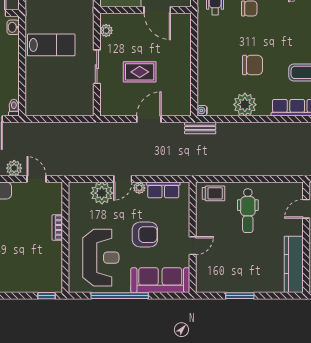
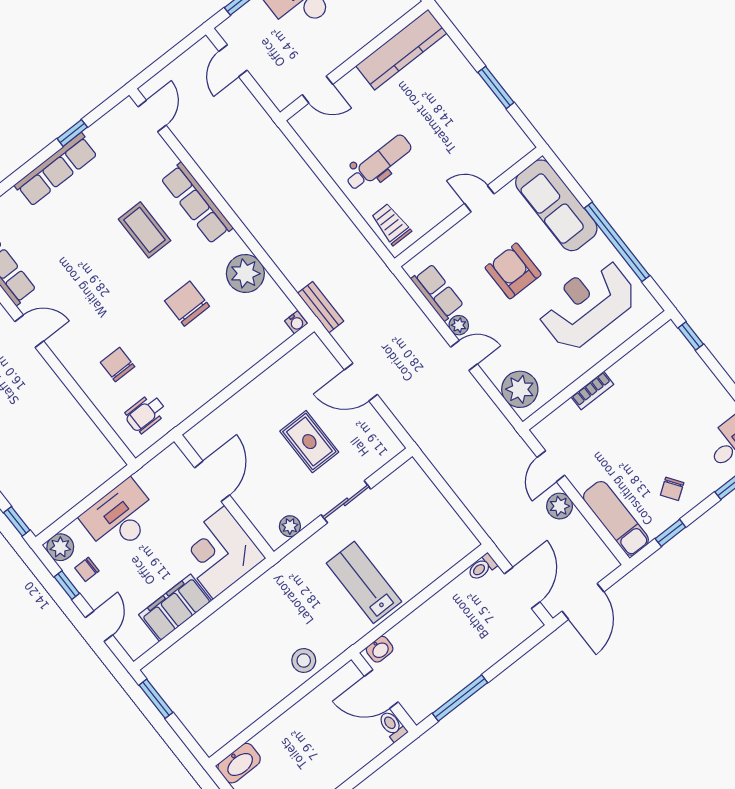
plant: (102, 193) -> (520, 389), moved

